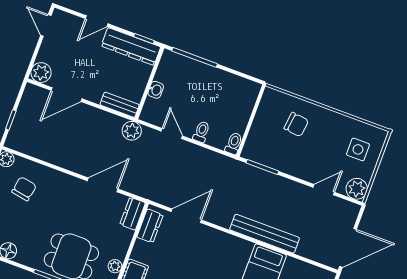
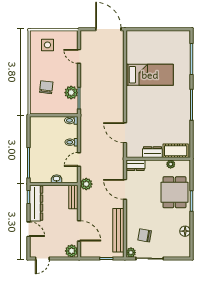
plant: (357, 189) -> (71, 93), moved
dresser: (150, 226) -> (152, 152), moved
bench: (265, 234) -> (118, 230), moved

